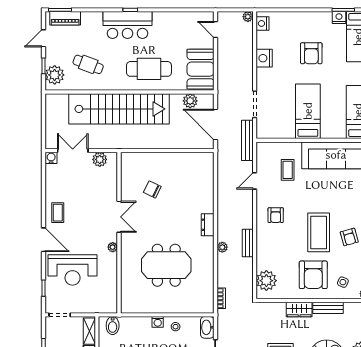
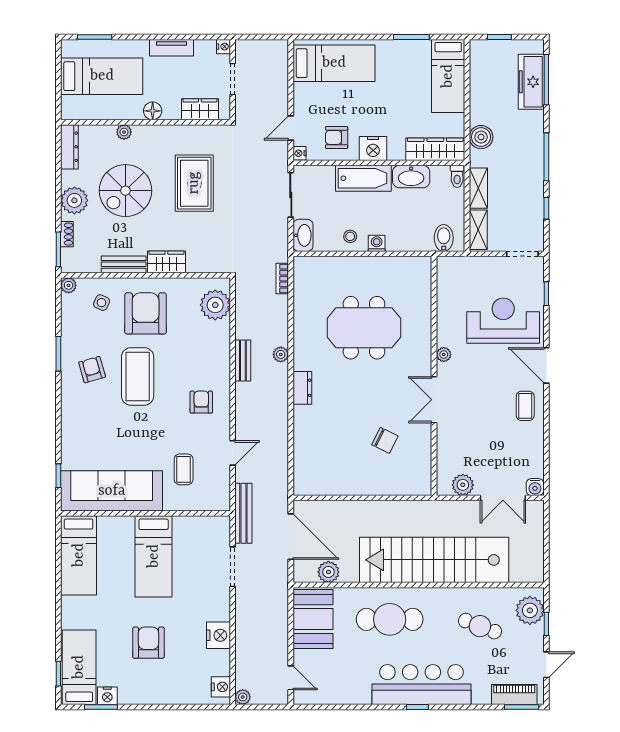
bar counter: (127, 25) -> (422, 685), width x1.36

